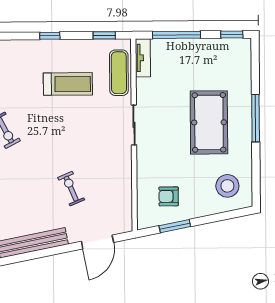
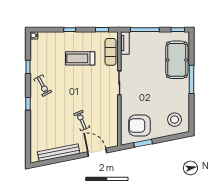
treadmill: (68, 84) -> (80, 58), turned 180
pool table: (209, 122) -> (177, 60), moved
armchair: (169, 196) -> (140, 126), width x1.88, depth x1.88
door: (97, 242) -> (97, 152), swing flipped

